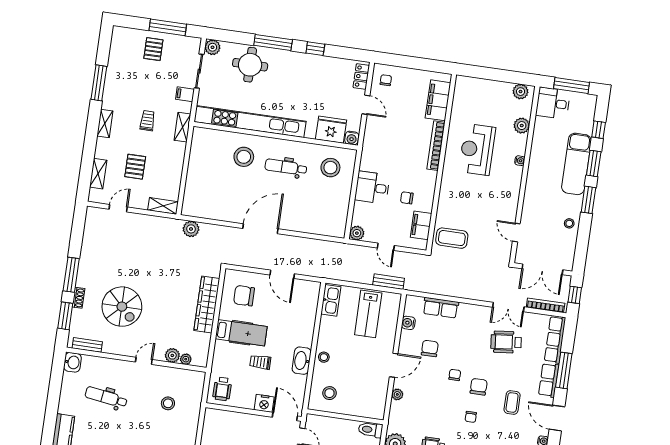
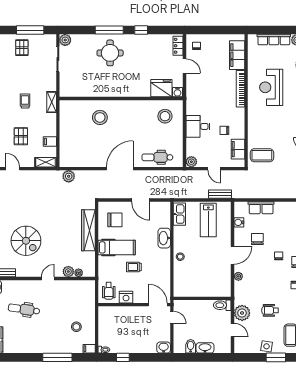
round table: (250, 65) -> (110, 53), moved
row of seats: (490, 87) -> (274, 40), added
filing cabinet: (185, 94) -> (50, 142), moved
kitchen unit: (250, 121) -> (101, 91), removed
dental chair: (286, 167) -> (157, 157), moved
door: (118, 208) -> (13, 169), hinge flipped
chair: (244, 296) -> (115, 220), turned 180
washbasin: (302, 361) -> (164, 238), moved
stool: (329, 393) -> (188, 283), removed
stool: (168, 403) -> (76, 327), moved
nightstand: (264, 403) -> (126, 297), moved

